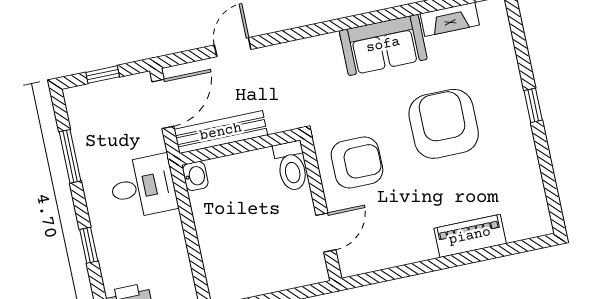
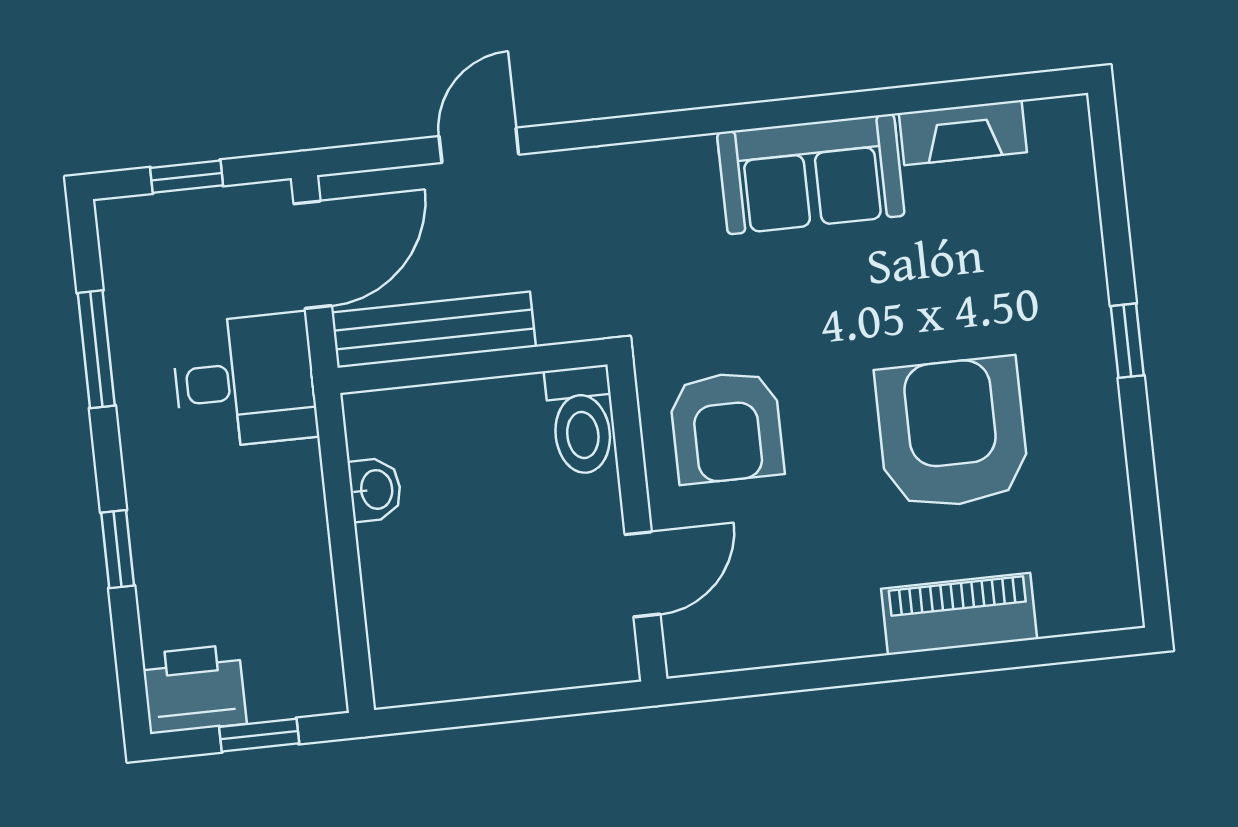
armchair: (444, 124) -> (952, 433), moved
armchair: (357, 163) -> (727, 427), turned 90
washbasin: (195, 176) -> (375, 490), moved
desk: (143, 187) -> (245, 381), moved

